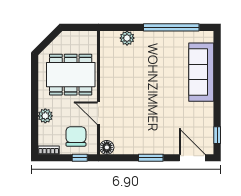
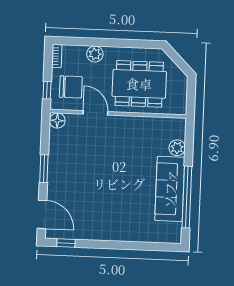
sofa: (201, 72) -> (170, 189), moved, turned -90
dining table: (71, 75) -> (139, 84), turned 90
door: (98, 113) -> (96, 113), hinge flipped
door: (192, 158) -> (42, 214), hinge flipped

